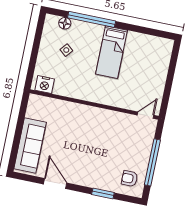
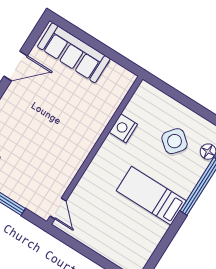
side table: (66, 50) -> (175, 141), width x1.87, depth x1.87
nightstand: (45, 85) -> (123, 128), moved

